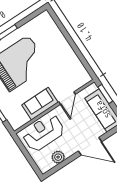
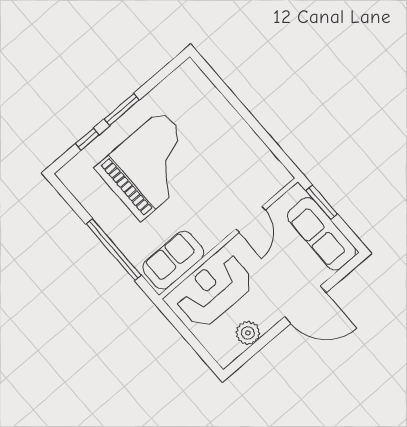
sofa: (40, 104) -> (173, 260), moved

